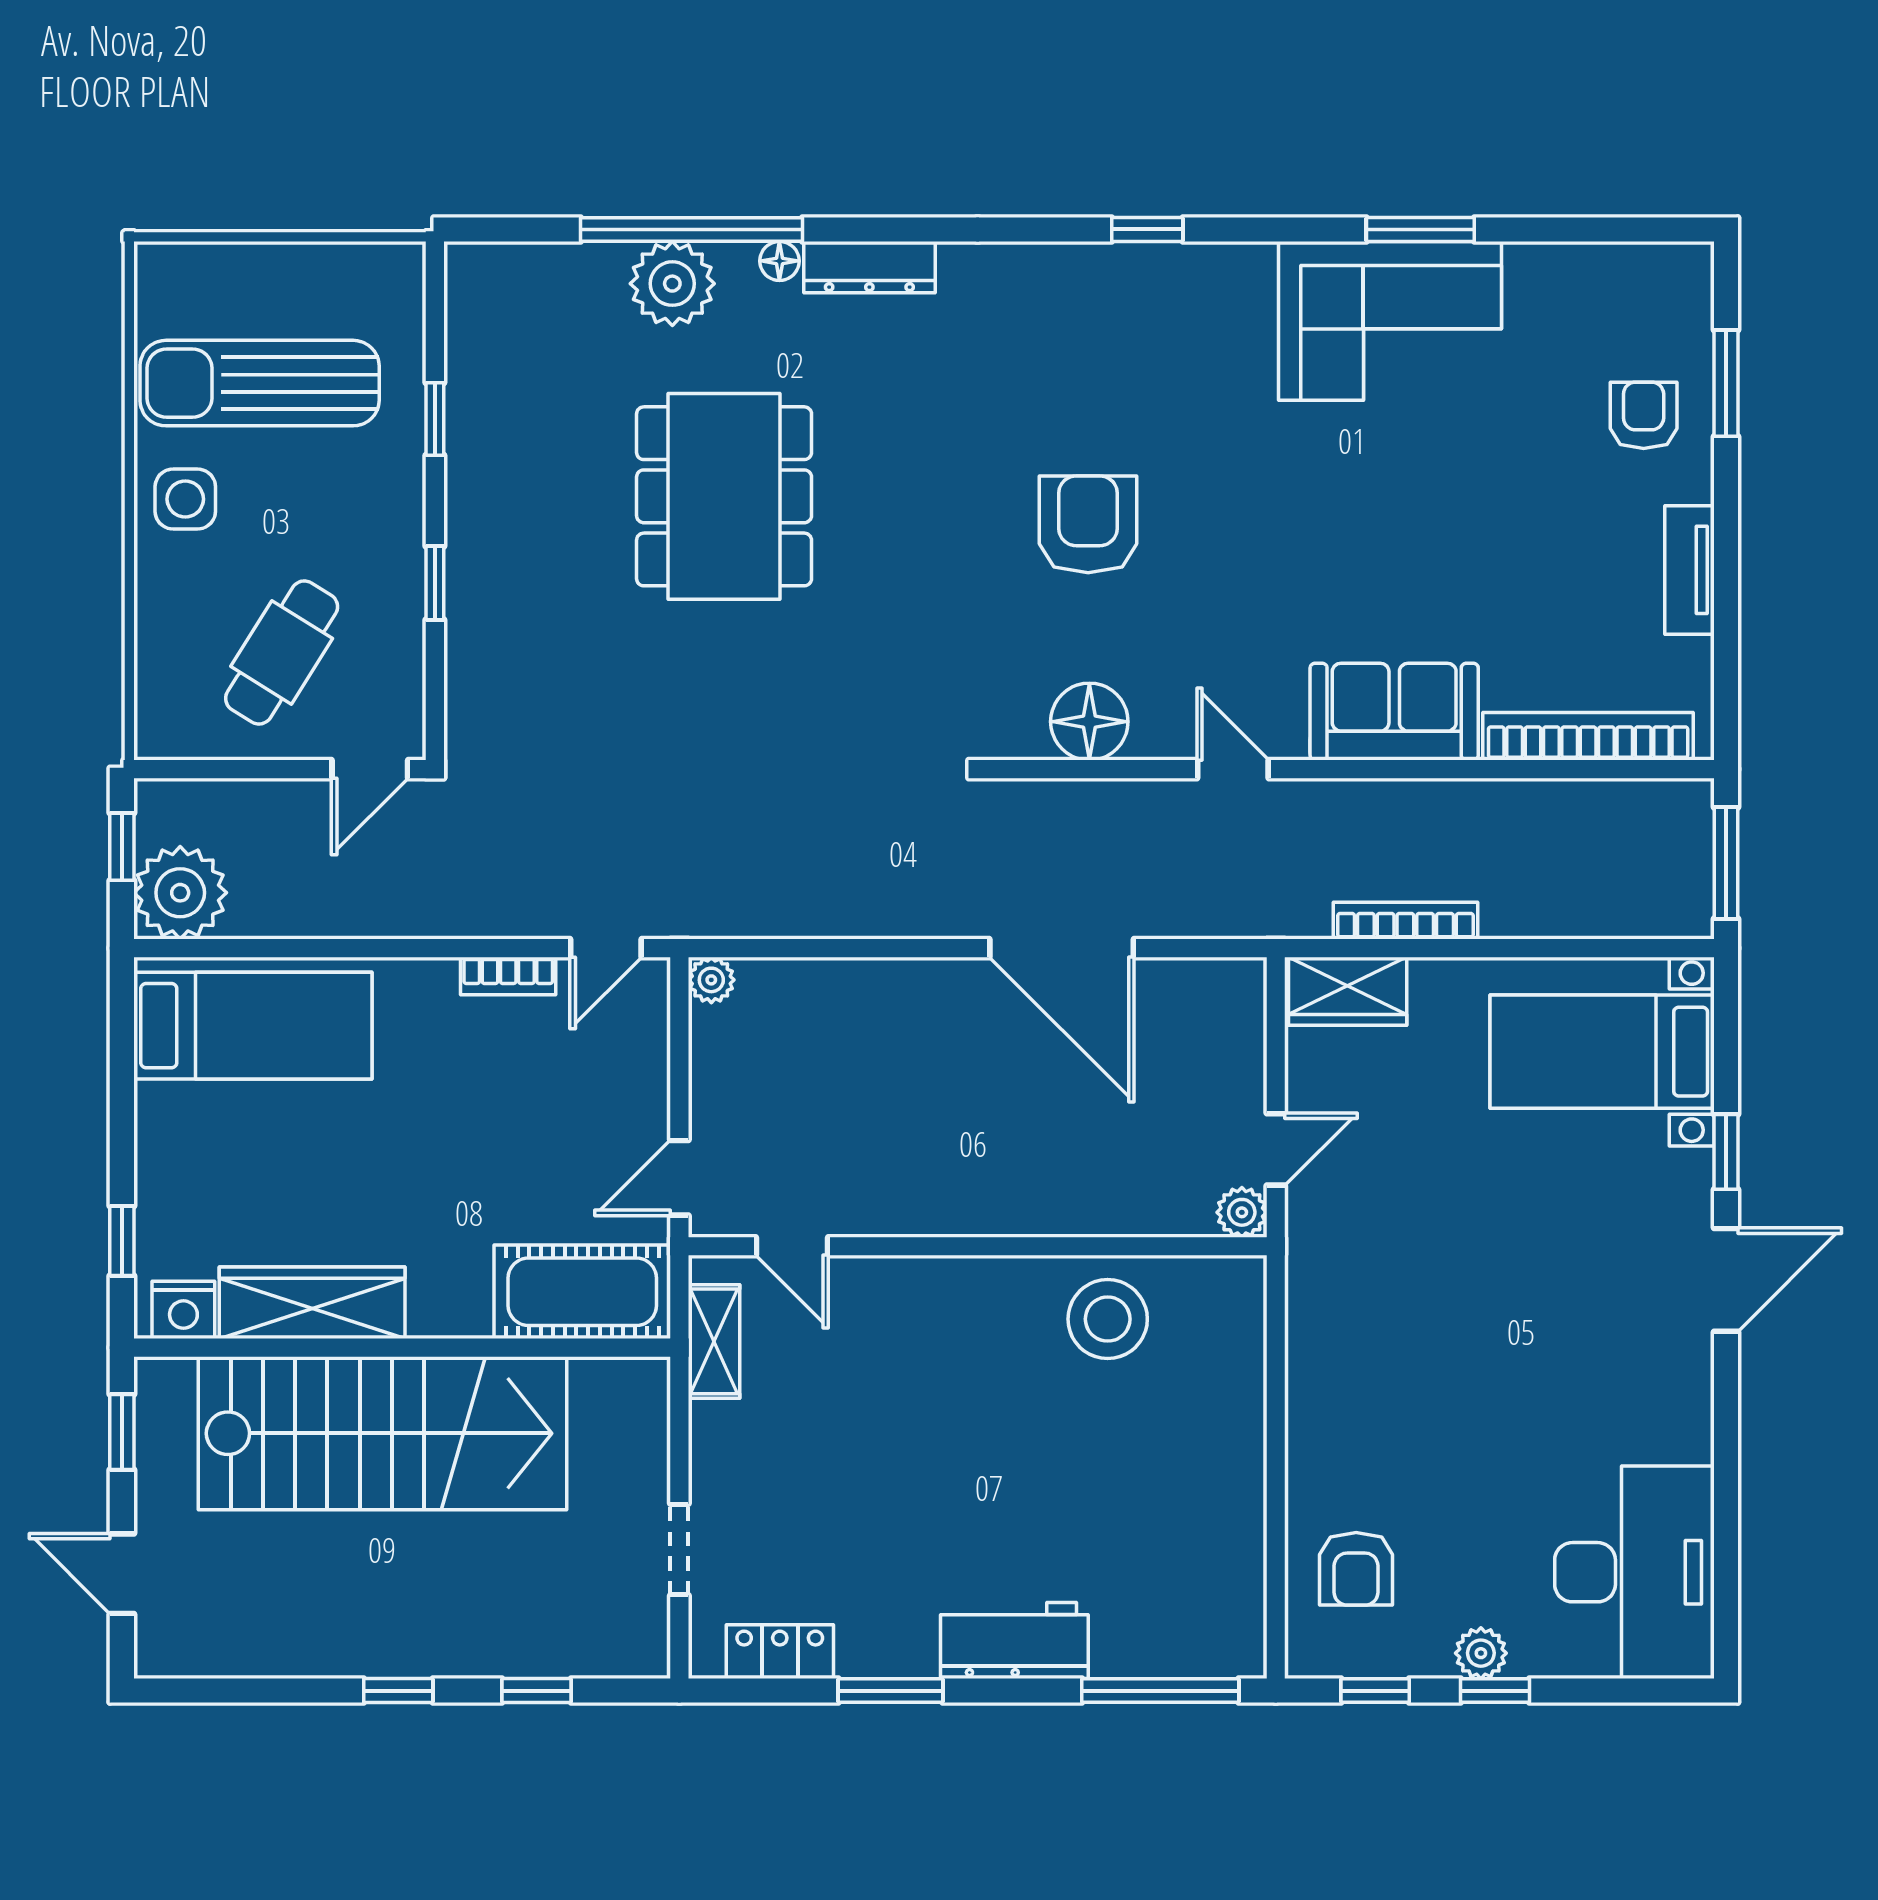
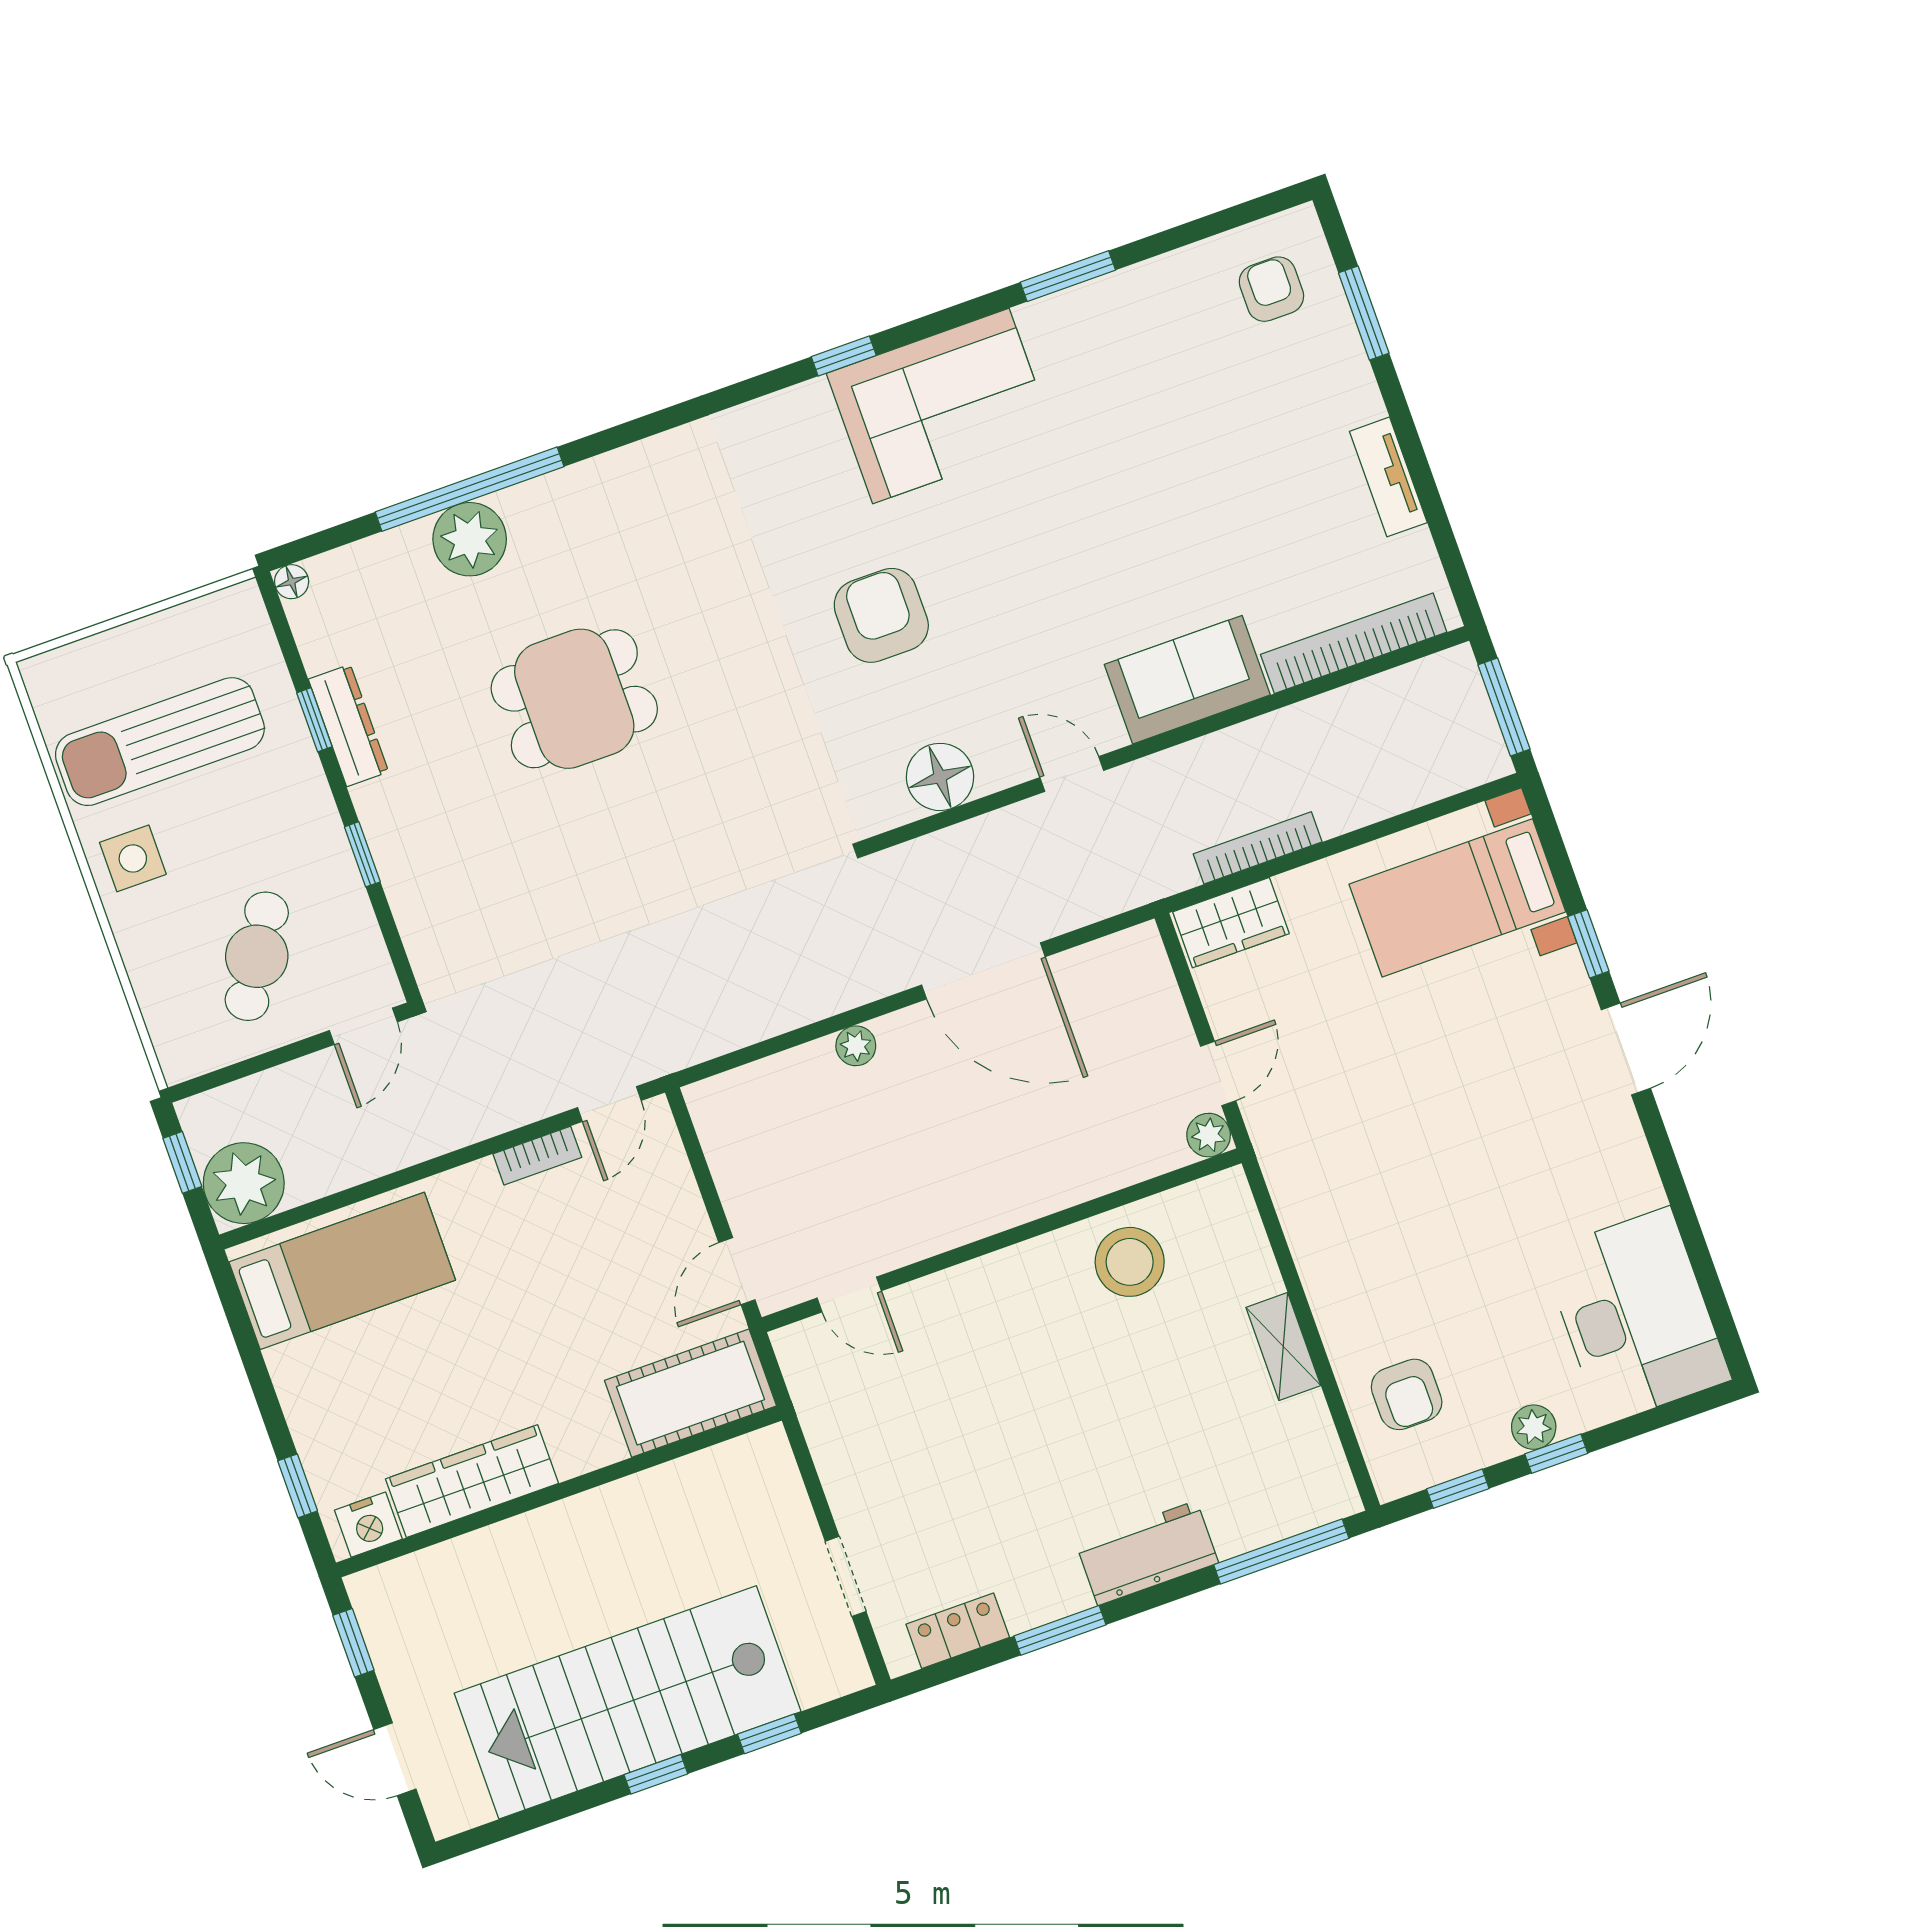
floor lamp: (779, 261) -> (292, 582), moved
dresser: (869, 267) -> (348, 725), moved, turned -90
corner sofa: (1390, 321) -> (941, 406), moved
armchair: (1644, 415) -> (1271, 289), moved
dining table: (724, 496) -> (574, 699), width x0.73
plant: (711, 980) -> (856, 1046), moved
shelving: (714, 1341) -> (1283, 1346), moved
stairs: (383, 1433) -> (628, 1702), moved, turned 180

